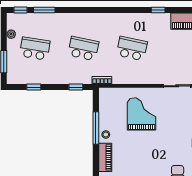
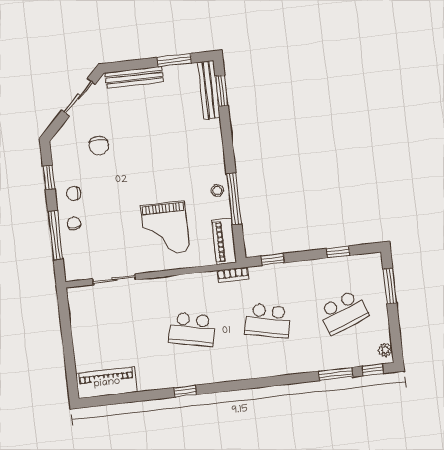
window: (158, 10) -> (185, 391), moved
plant: (11, 34) -> (385, 350), moved
school desk: (35, 49) -> (344, 312), turned -30
piano: (105, 157) -> (224, 241), moved

